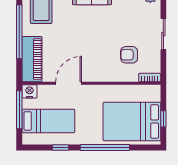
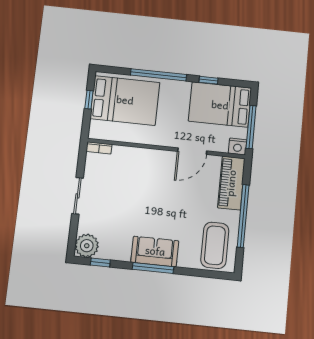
armchair: (129, 55) -> (120, 176), removed
bed: (48, 121) -> (220, 105), width x1.50

